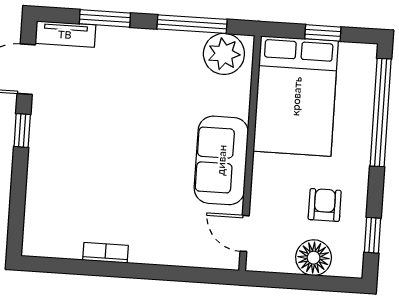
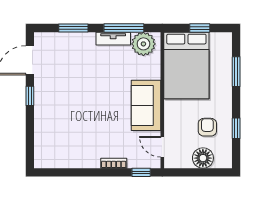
tv unit: (65, 34) -> (113, 39), moved
window: (381, 113) -> (236, 72), width x0.47
window: (372, 235) -> (236, 128), moved
bookcase: (105, 253) -> (114, 163), moved
window: (205, 275) -> (141, 172), added

